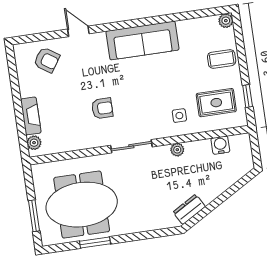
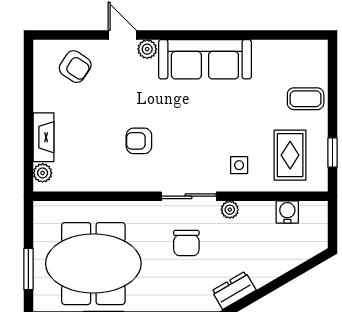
plant: (226, 21) -> (147, 49), moved
rug: (216, 103) -> (290, 155), turned 90
armchair: (102, 108) -> (139, 141), turned 180
sliding door: (131, 146) -> (189, 196), moved
chair: (149, 179) -> (186, 243), added

